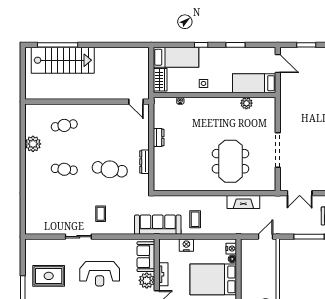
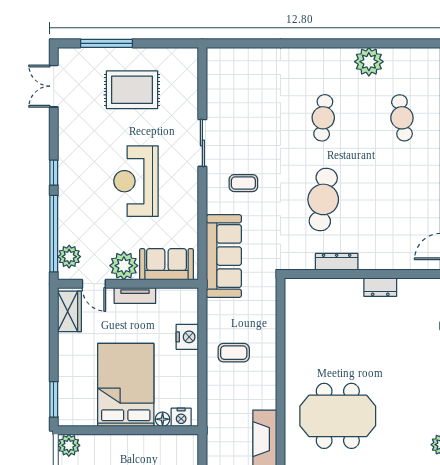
sofa: (158, 225) -> (224, 256), moved
rug: (49, 276) -> (132, 90), turned 90

